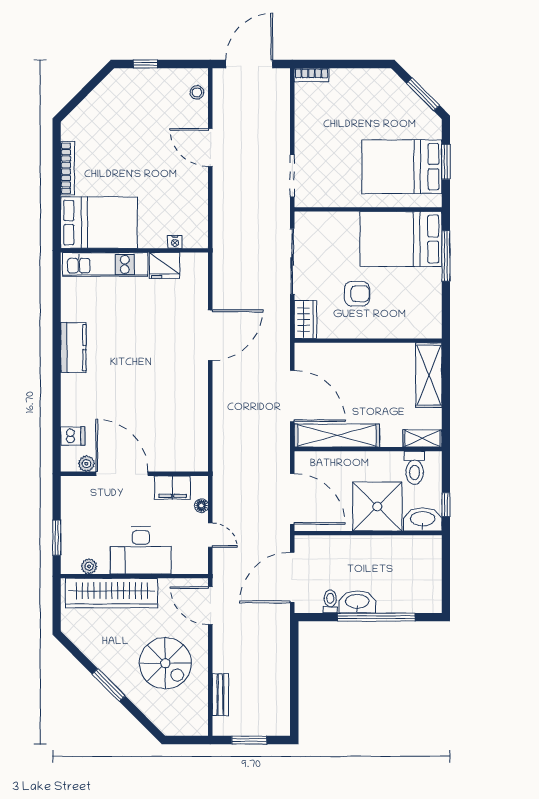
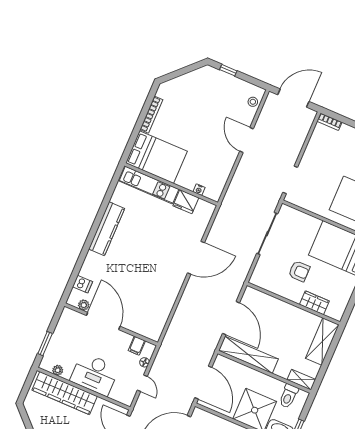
wardrobe: (305, 319) -> (314, 303), moved, turned -90
kitchen counter: (73, 348) -> (107, 229), width x1.50
filing cabinet: (173, 488) -> (137, 346), width x0.50

